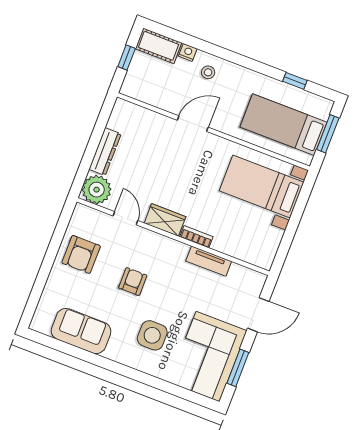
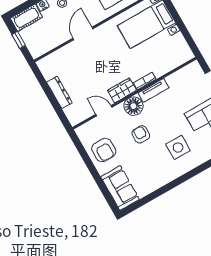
plant: (97, 190) -> (76, 114), removed
floor lamp: (158, 247) -> (133, 106), added
tv unit: (209, 261) -> (154, 90), moved
sofa: (81, 331) -> (120, 188), moved, turned 90

